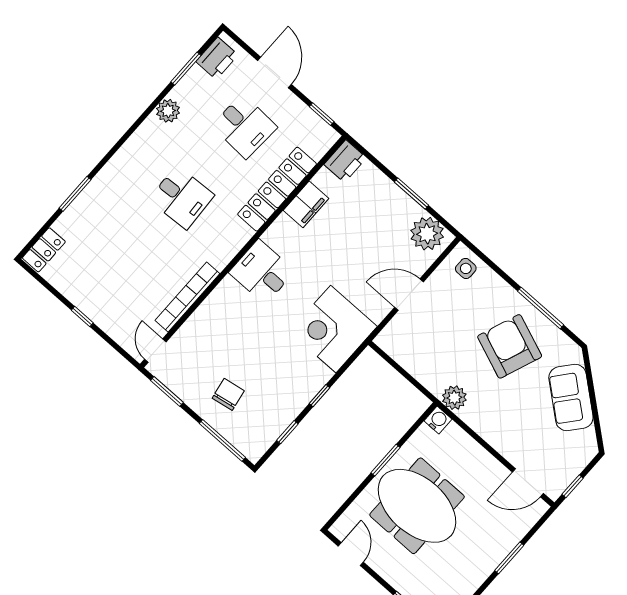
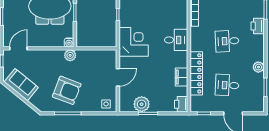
printer: (217, 58) -> (258, 26), moved
plant: (427, 234) -> (142, 104), moved
sofa: (571, 398) -> (21, 85), moved

